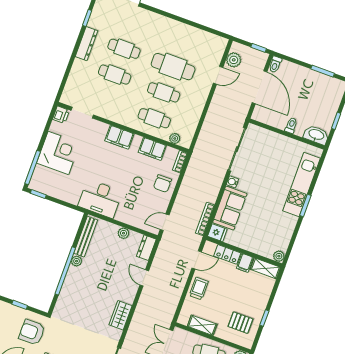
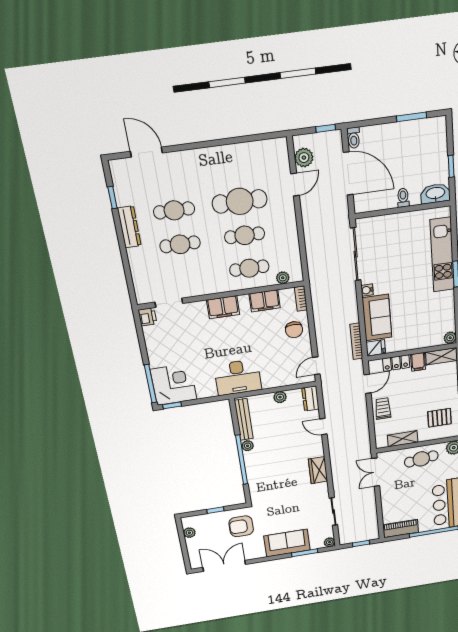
corner desk: (58, 153) -> (174, 384), moved

